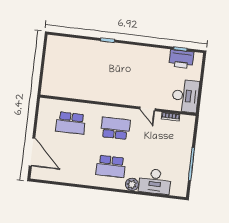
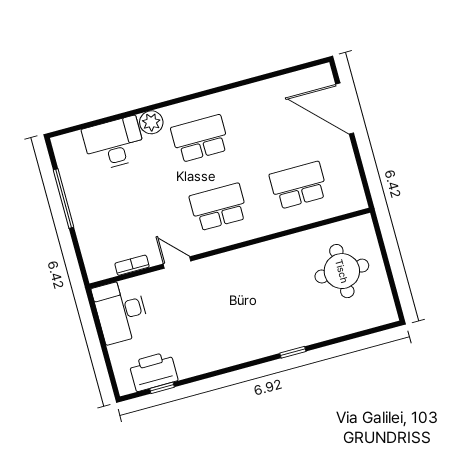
round table: (66, 71) -> (342, 271), added
school desk: (115, 128) -> (219, 207), turned 180

